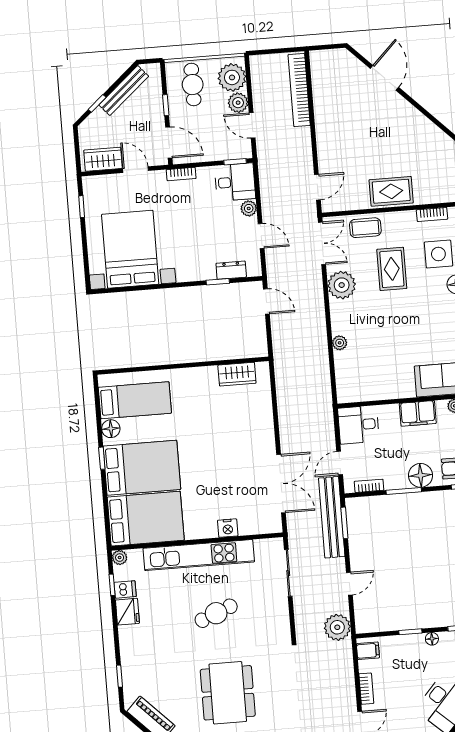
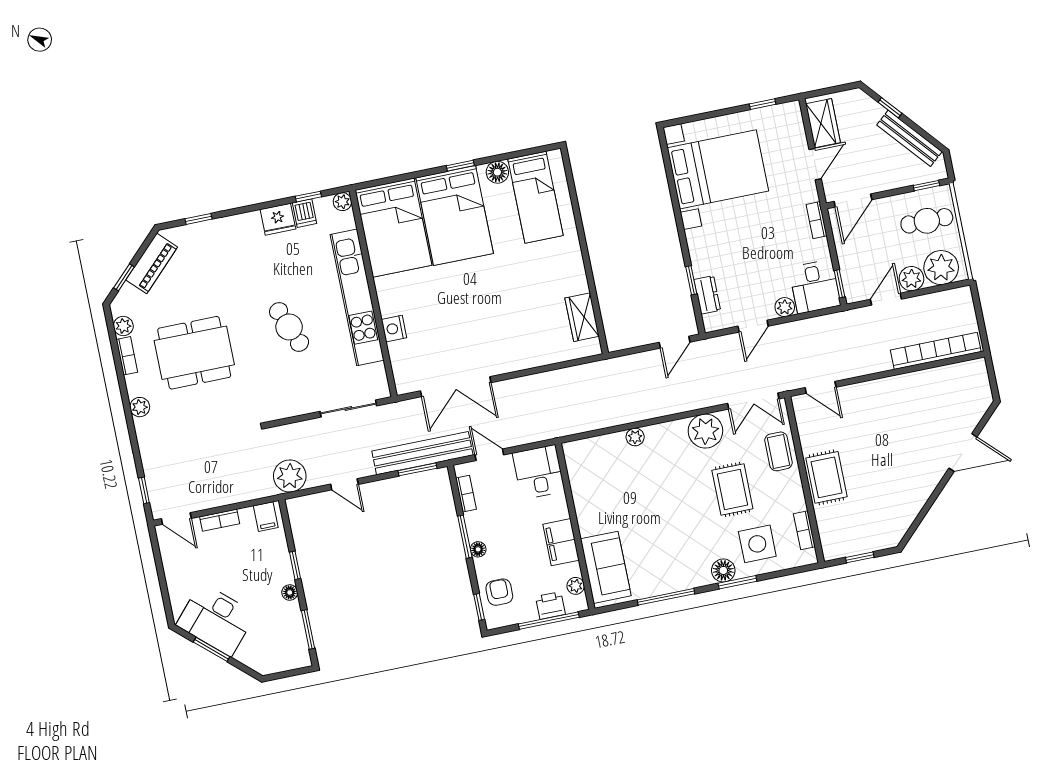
window: (166, 105) -> (926, 186), moved
rug: (392, 269) -> (732, 490), turned 90
floor lamp: (421, 475) -> (478, 549), width x0.53, depth x0.53

